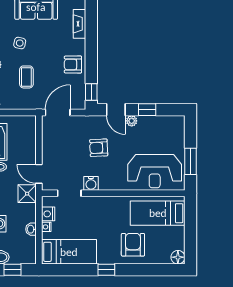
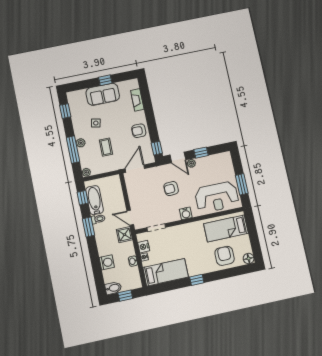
water cooler: (91, 183) -> (186, 213), moved
armchair: (133, 245) -> (225, 256), moved

